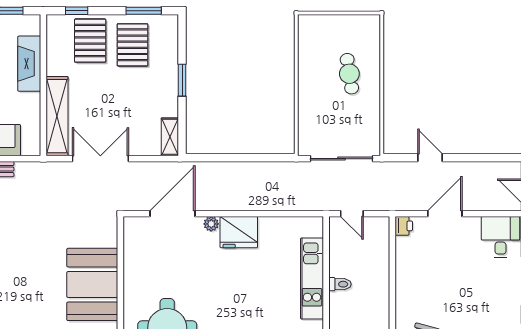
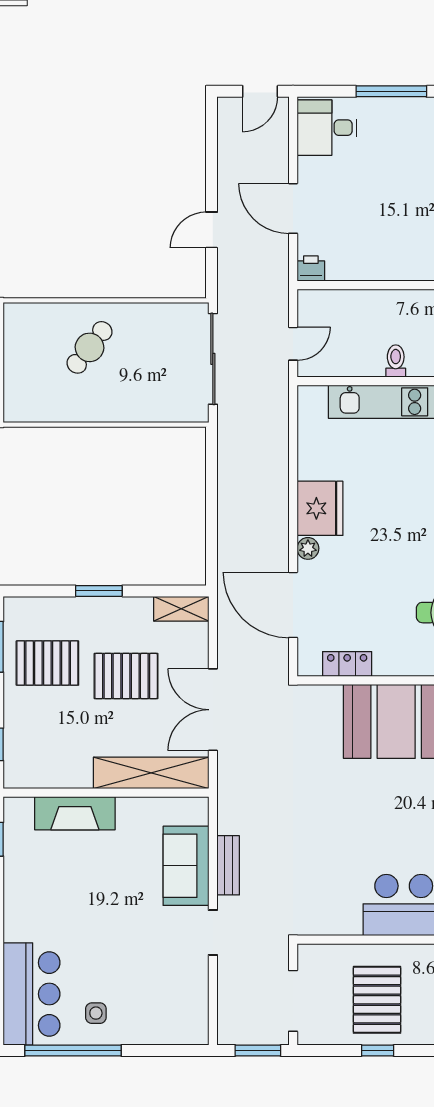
pallet: (90, 41) -> (126, 676), moved
cafe table: (349, 74) -> (90, 347), turned -43
locker: (132, 251) -> (347, 664), added

